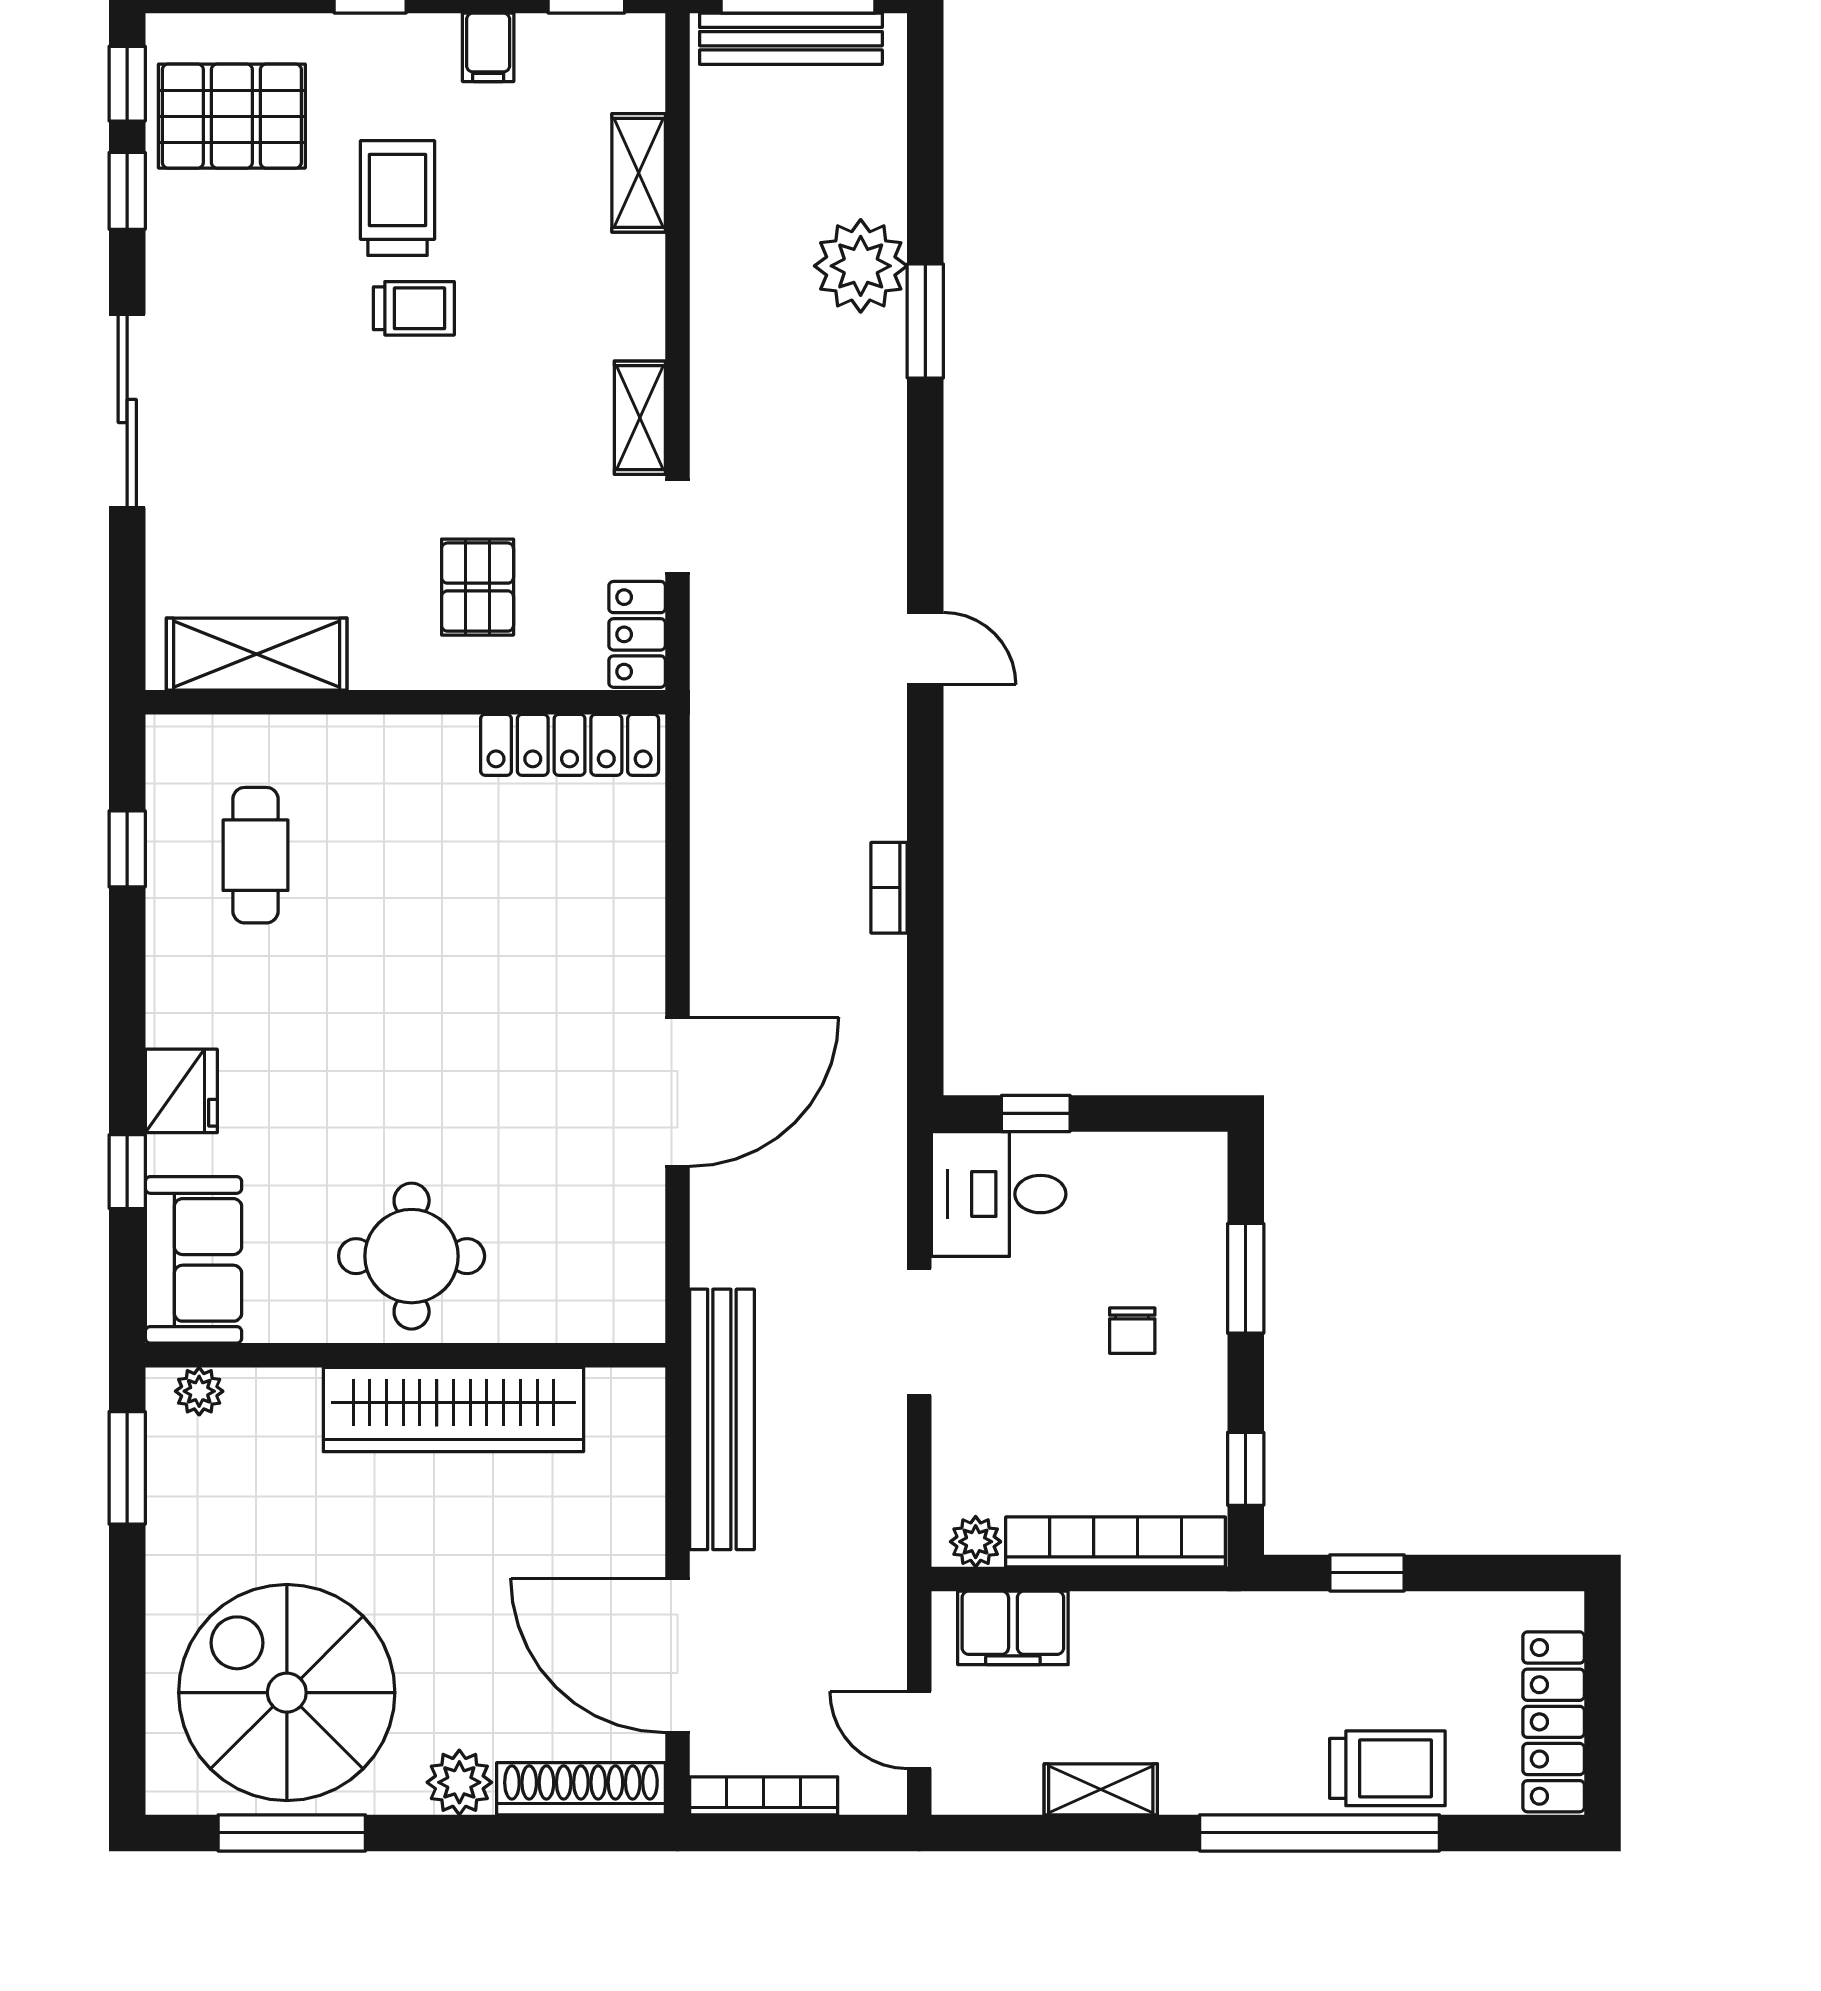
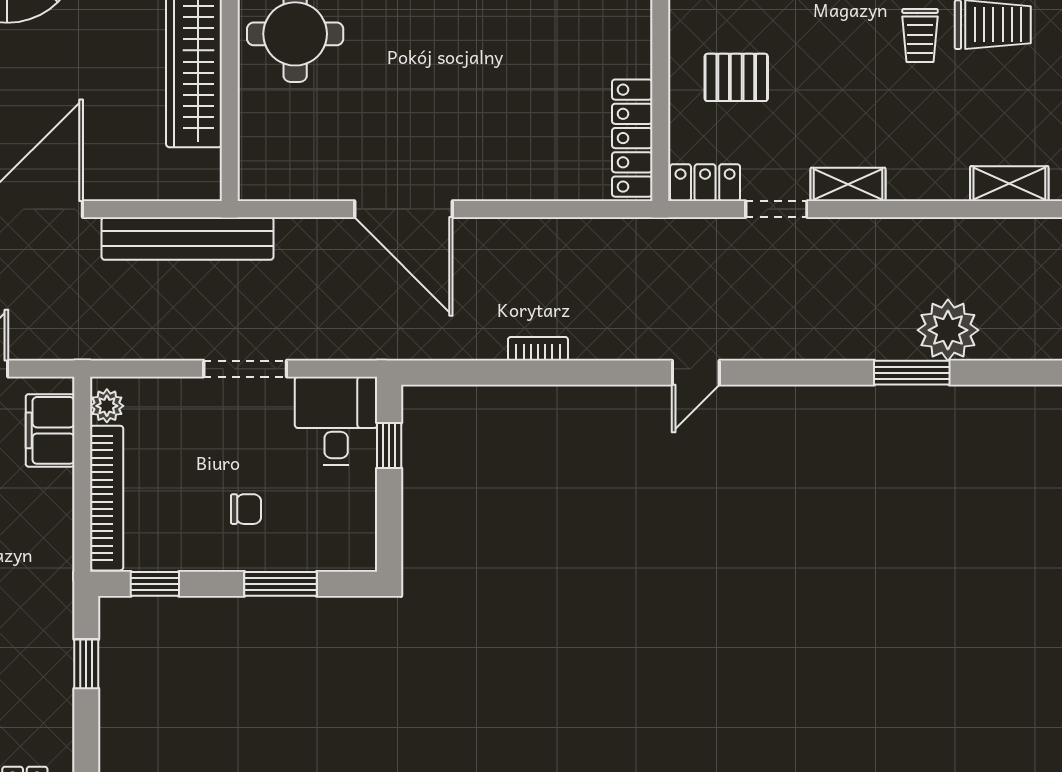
chair: (1132, 1331) -> (246, 509), turned 180

